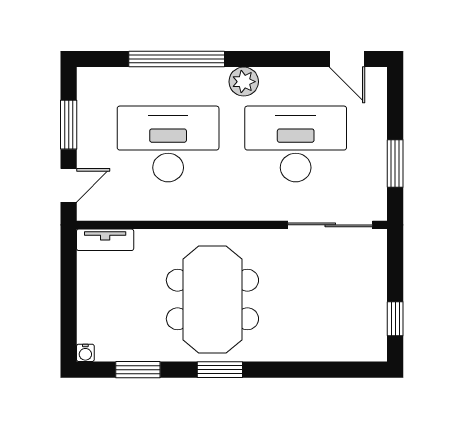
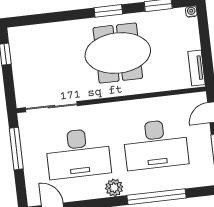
window: (395, 163) -> (16, 149), width x1.44
tv unit: (105, 240) -> (197, 68), moved, turned -90
meeting table: (212, 299) -> (118, 53), turned 90

